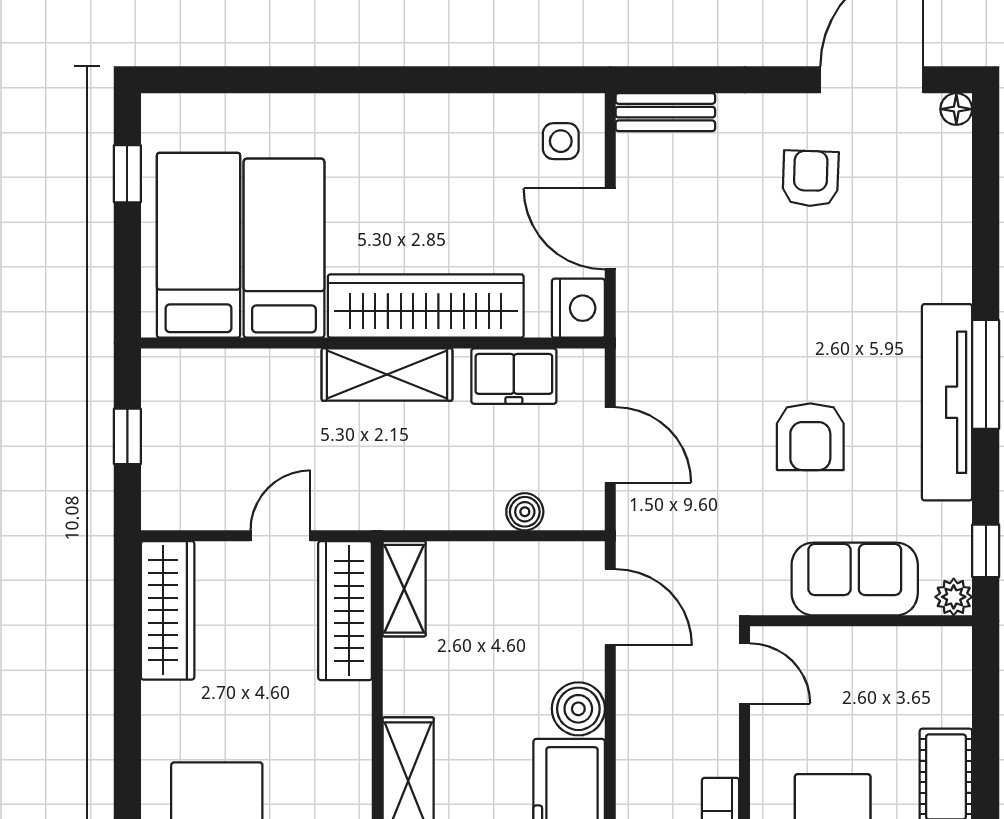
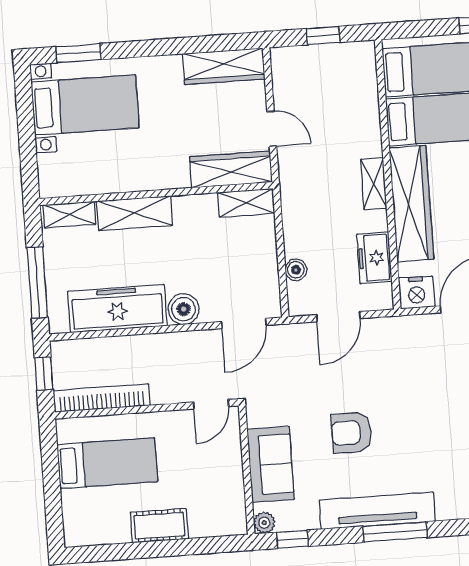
shelving: (387, 375) -> (374, 184), width x0.67, depth x0.75

